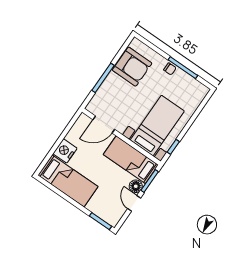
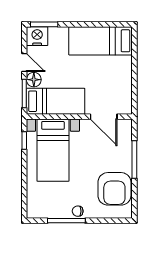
armchair: (132, 67) -> (114, 189), turned -90
door: (104, 124) -> (104, 117), swing flipped
nightstand: (65, 151) -> (37, 36), moved, turned -90

